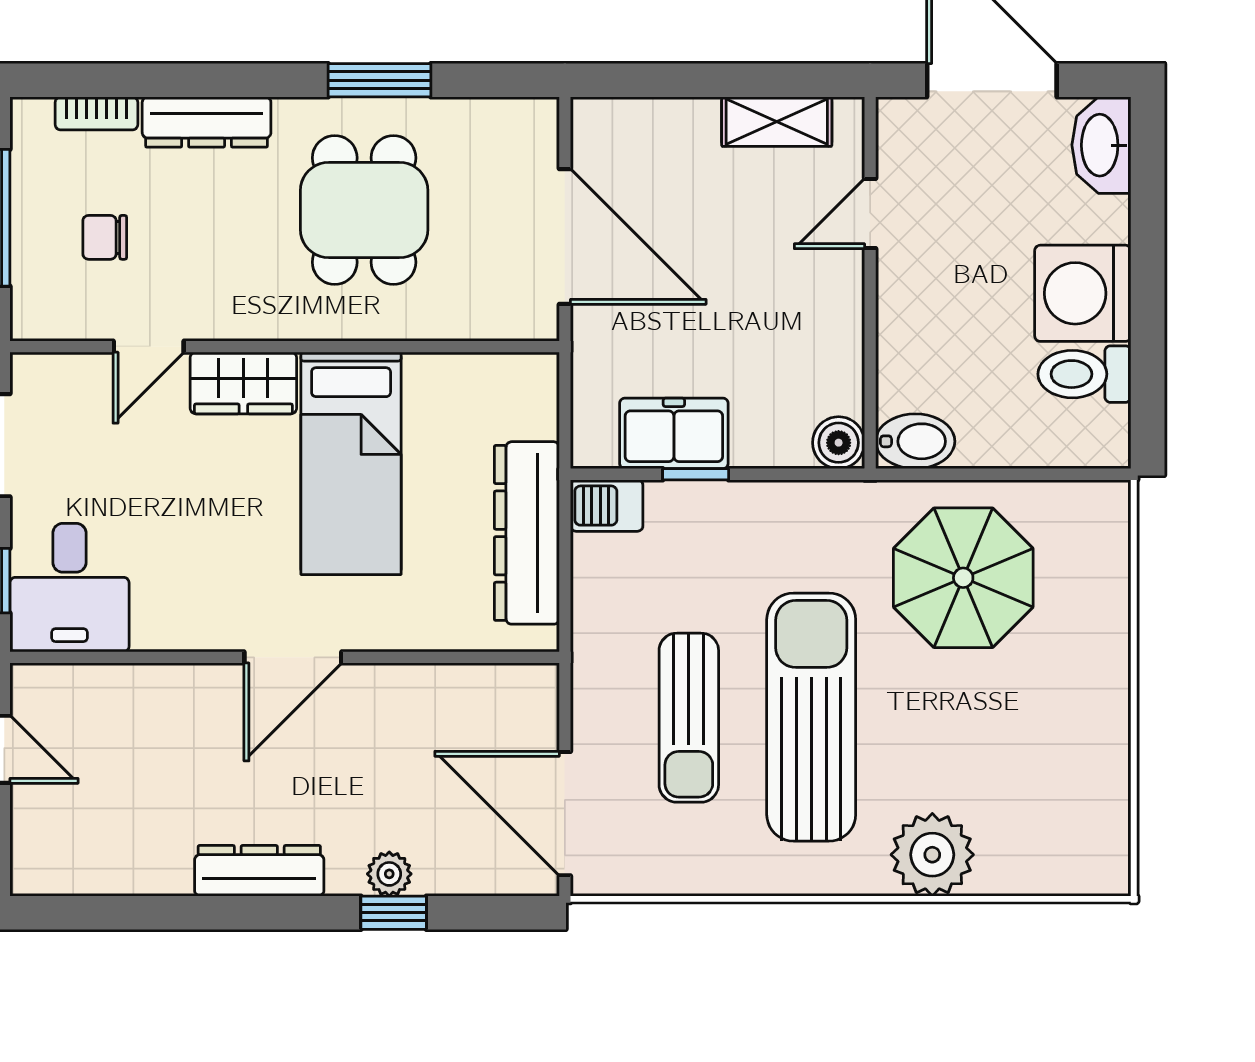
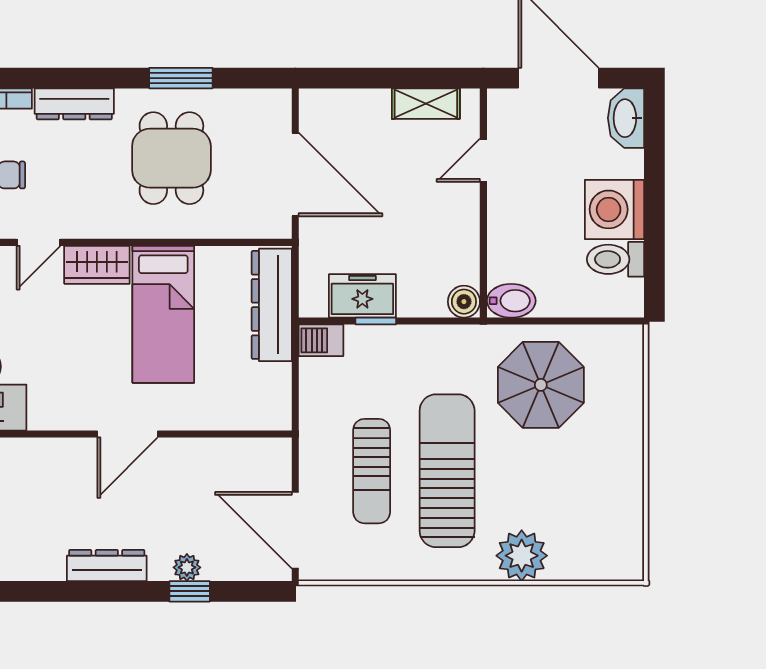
dresser: (527, 533) -> (272, 305), moved

